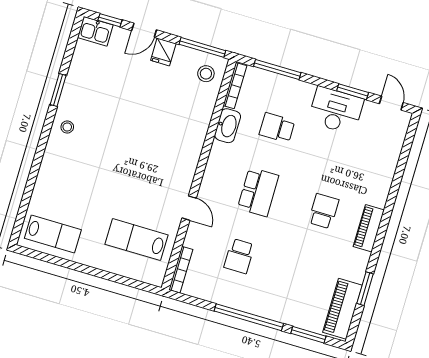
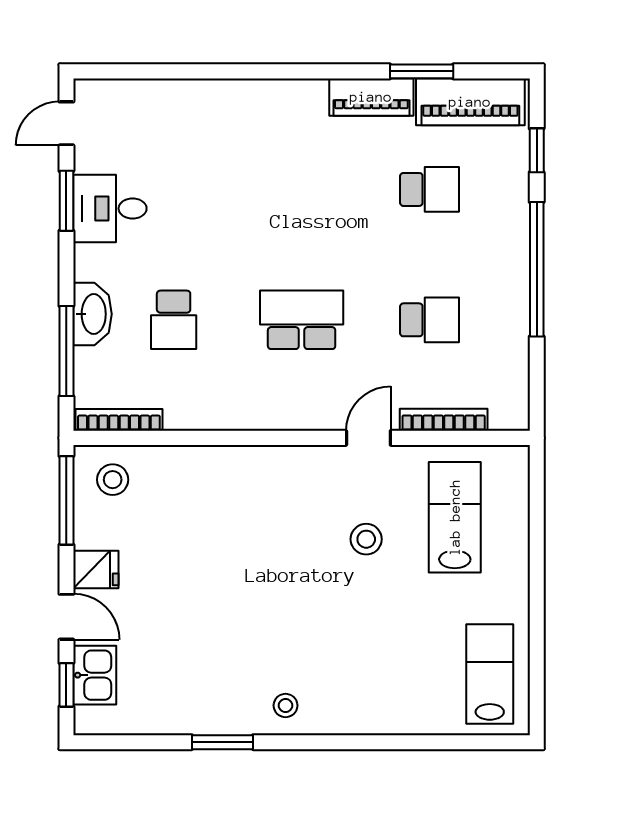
kitchen sink: (95, 31) -> (95, 675), moved
desk: (336, 110) -> (110, 208), width x0.73
washbasin: (228, 126) -> (93, 314), moved, turned 90
stool: (139, 192) -> (366, 539), added
school desk: (324, 211) -> (430, 189), moved, turned 180
piano: (369, 228) -> (371, 97), moved
lab bench: (137, 240) -> (455, 517), turned 180
bookcase: (181, 270) -> (444, 420), moved
window: (308, 335) -> (537, 150), width x0.67

